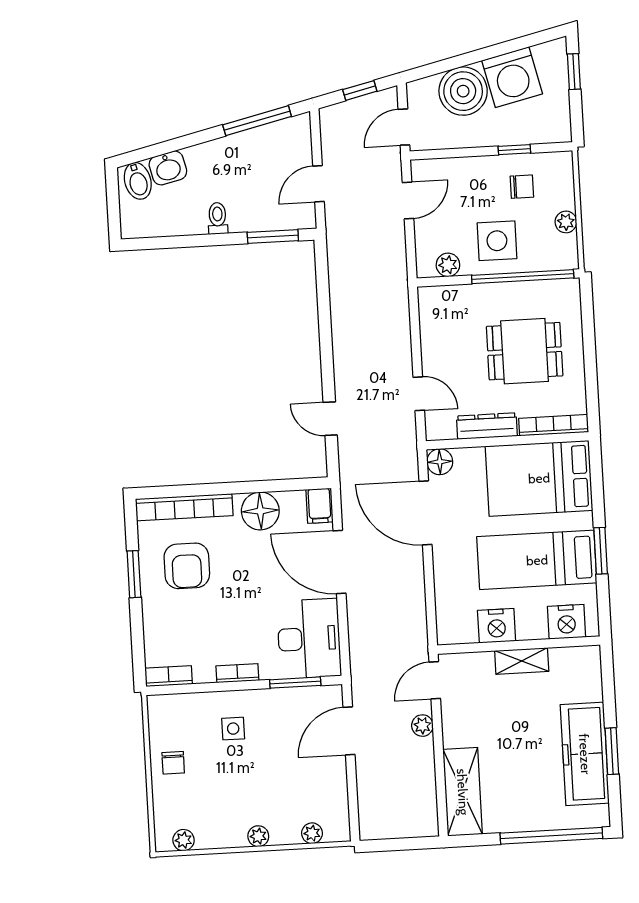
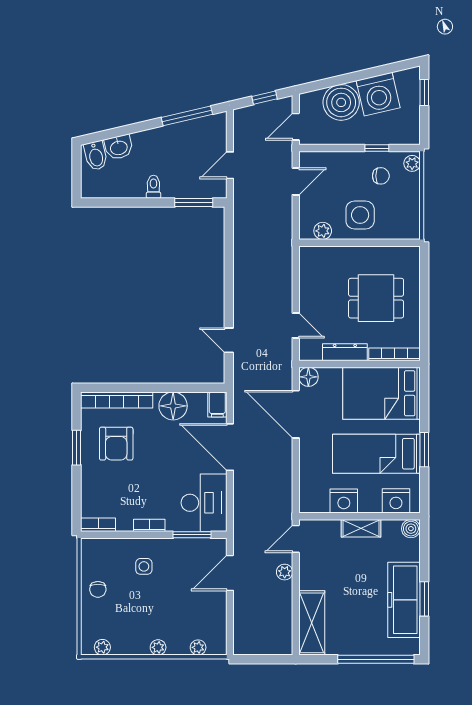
plant: (566, 222) -> (412, 163), moved
window: (523, 277) -> (378, 243), removed
boiler: (589, 658) -> (411, 529), added

